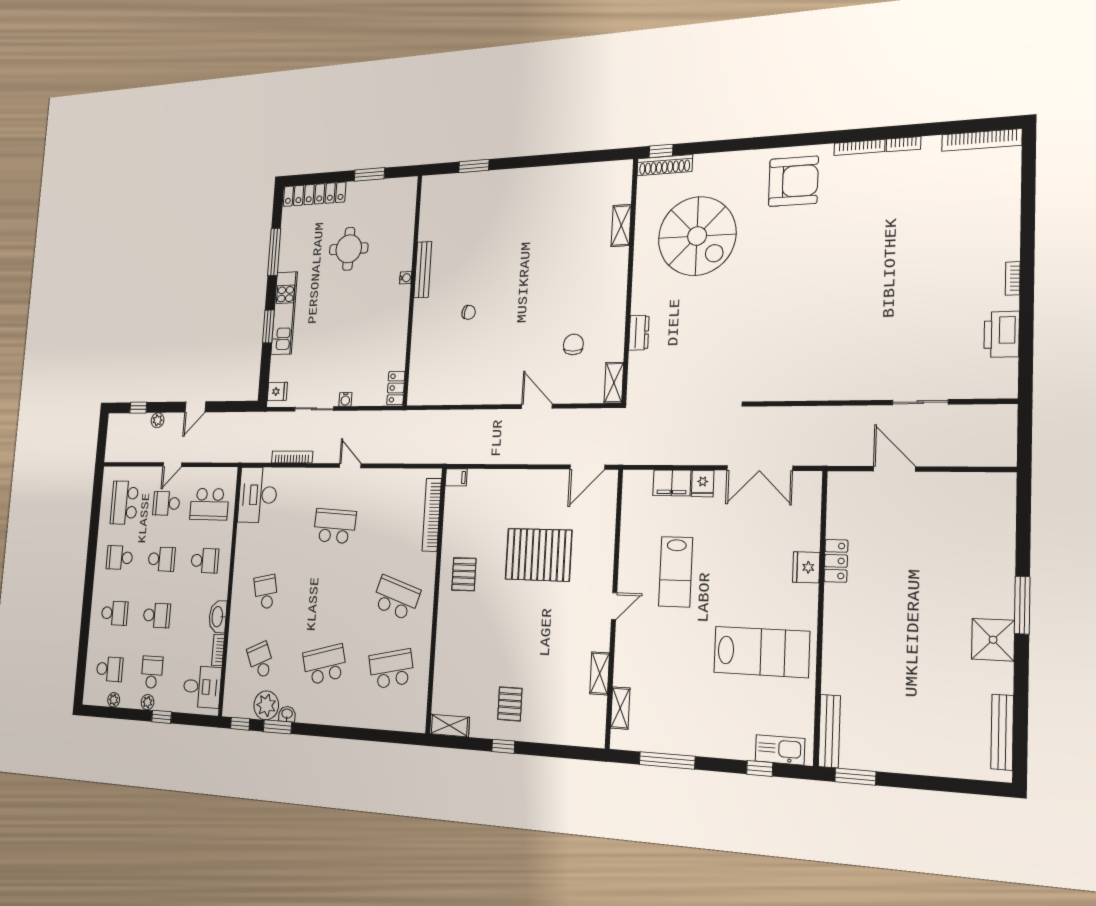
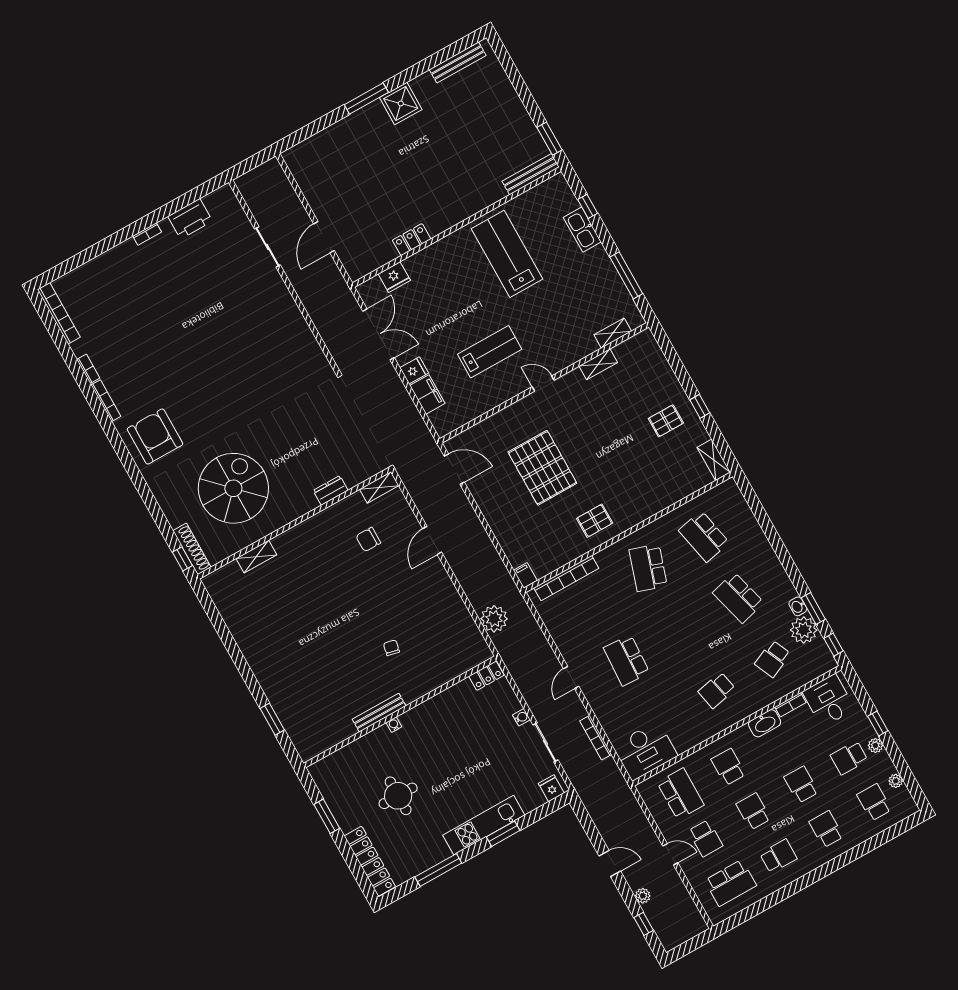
plant: (437, 424) -> (494, 619), added
school desk: (120, 558) -> (778, 856), turned -90
fridge: (806, 567) -> (394, 277), moved
kitchen sink: (780, 750) -> (582, 230), moved

